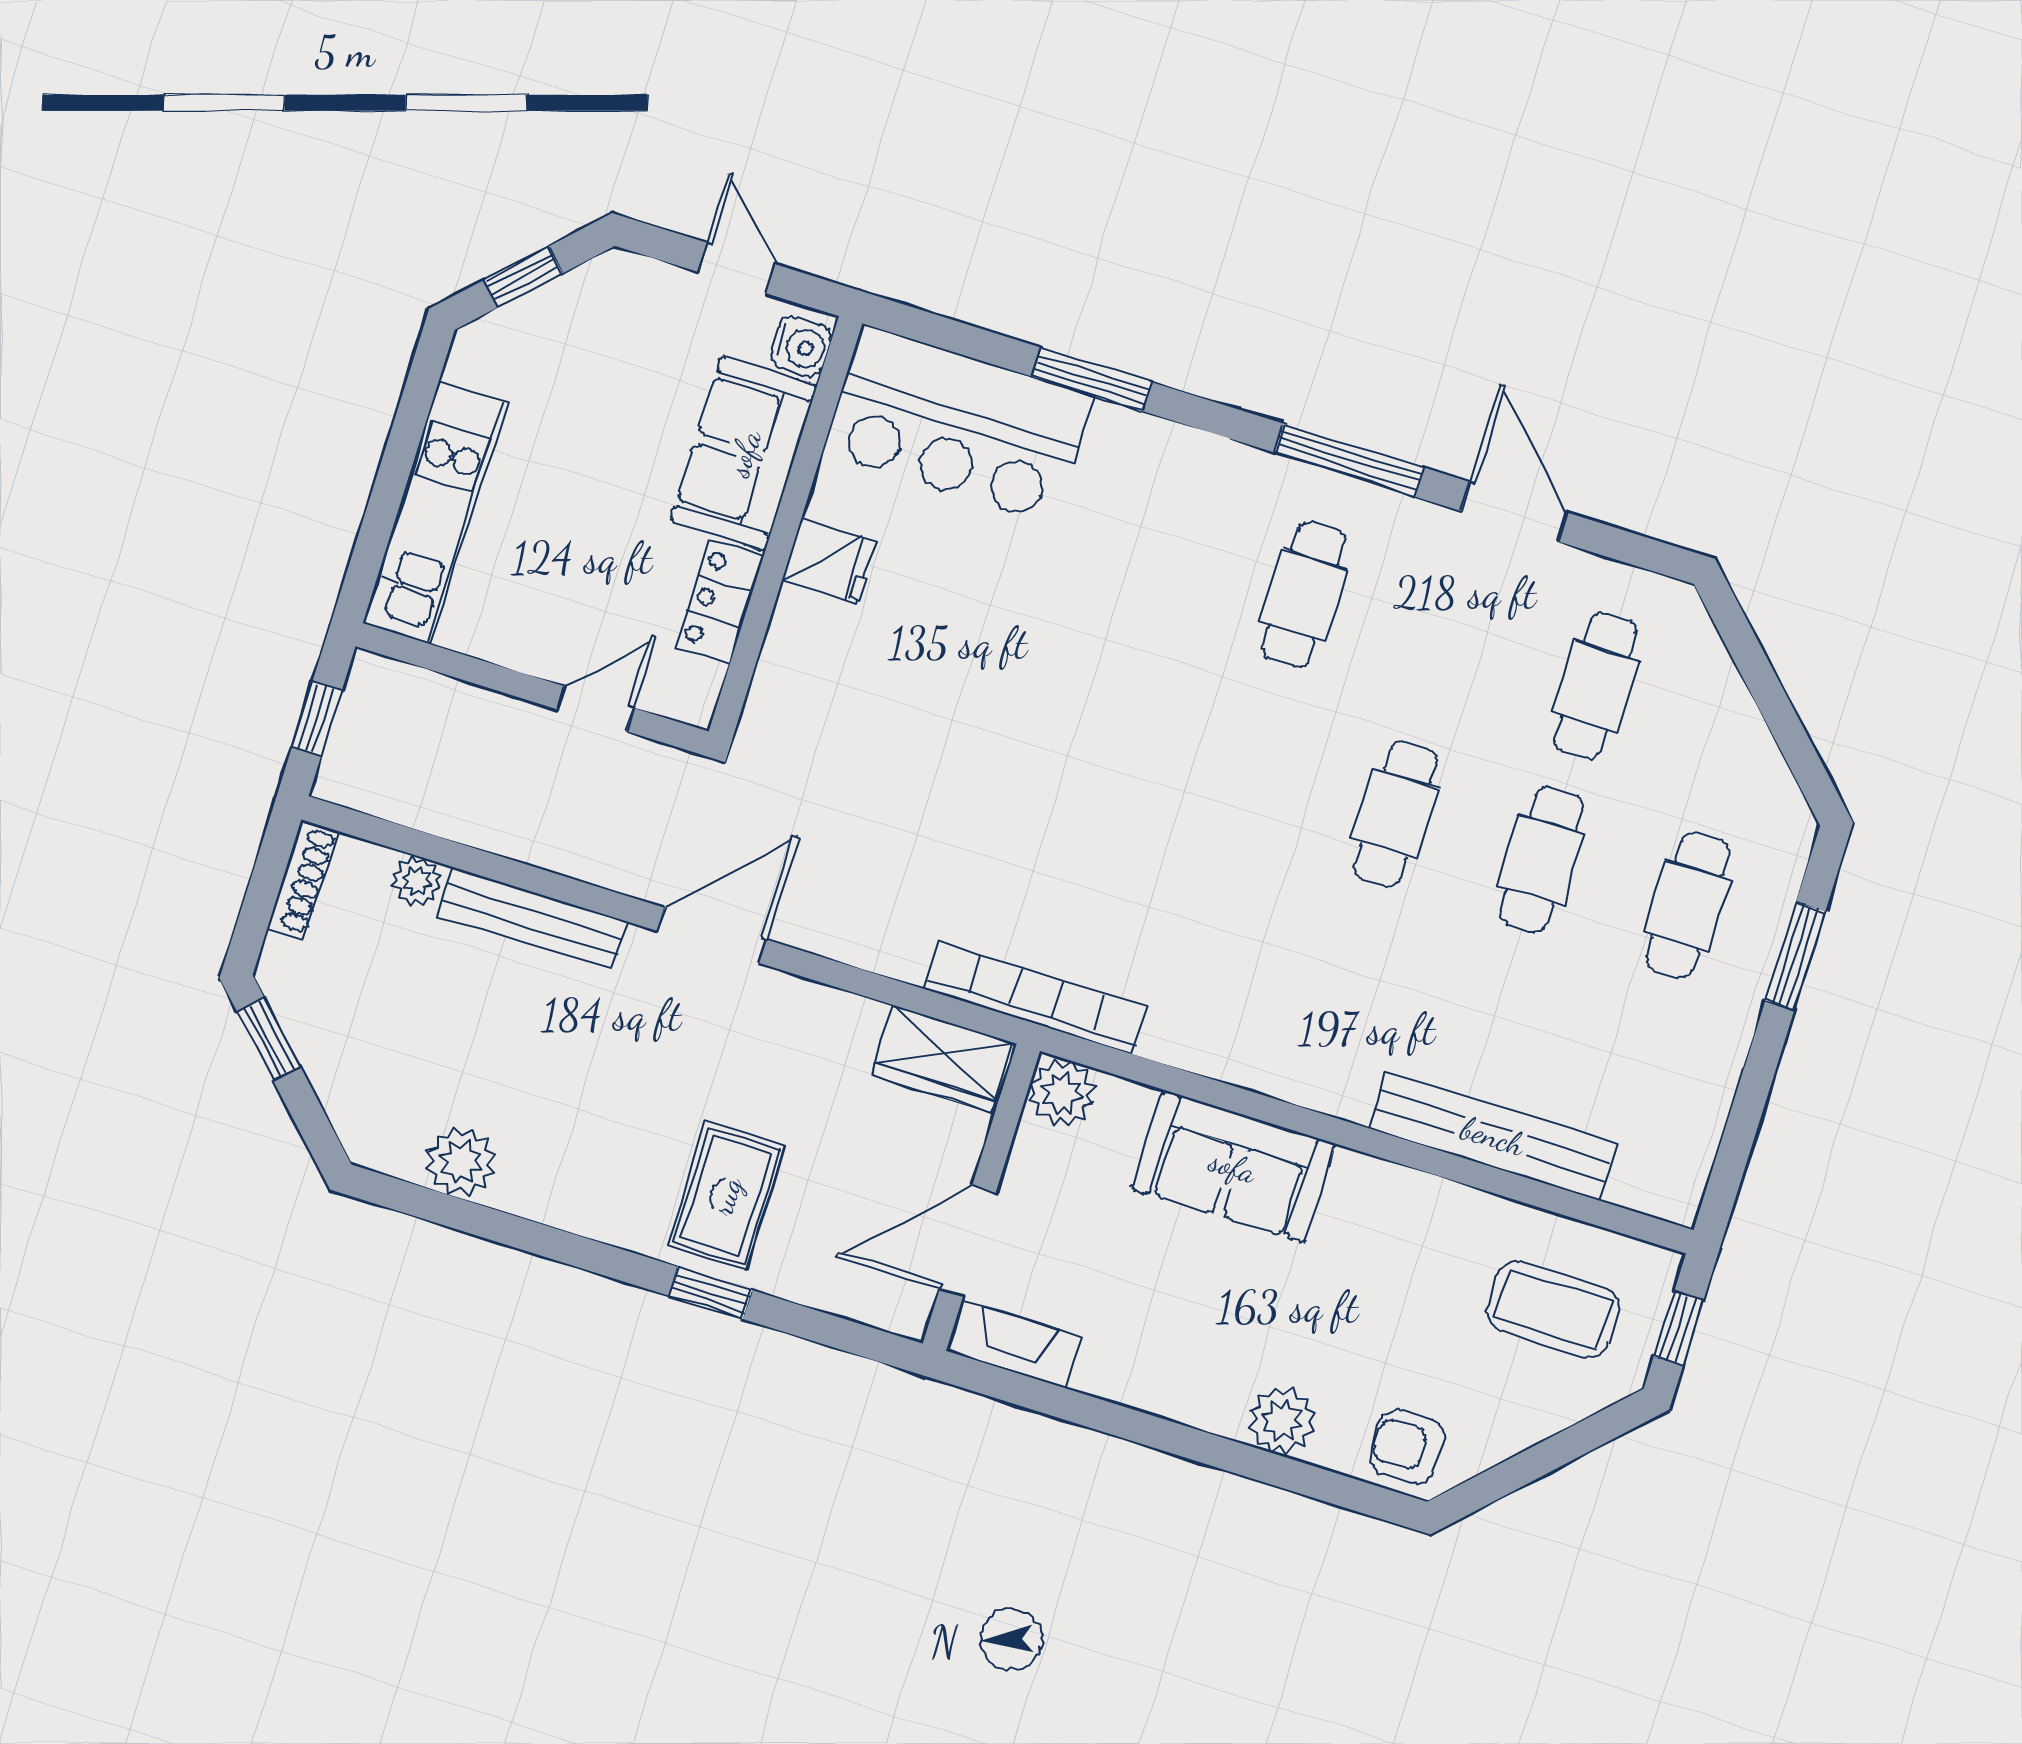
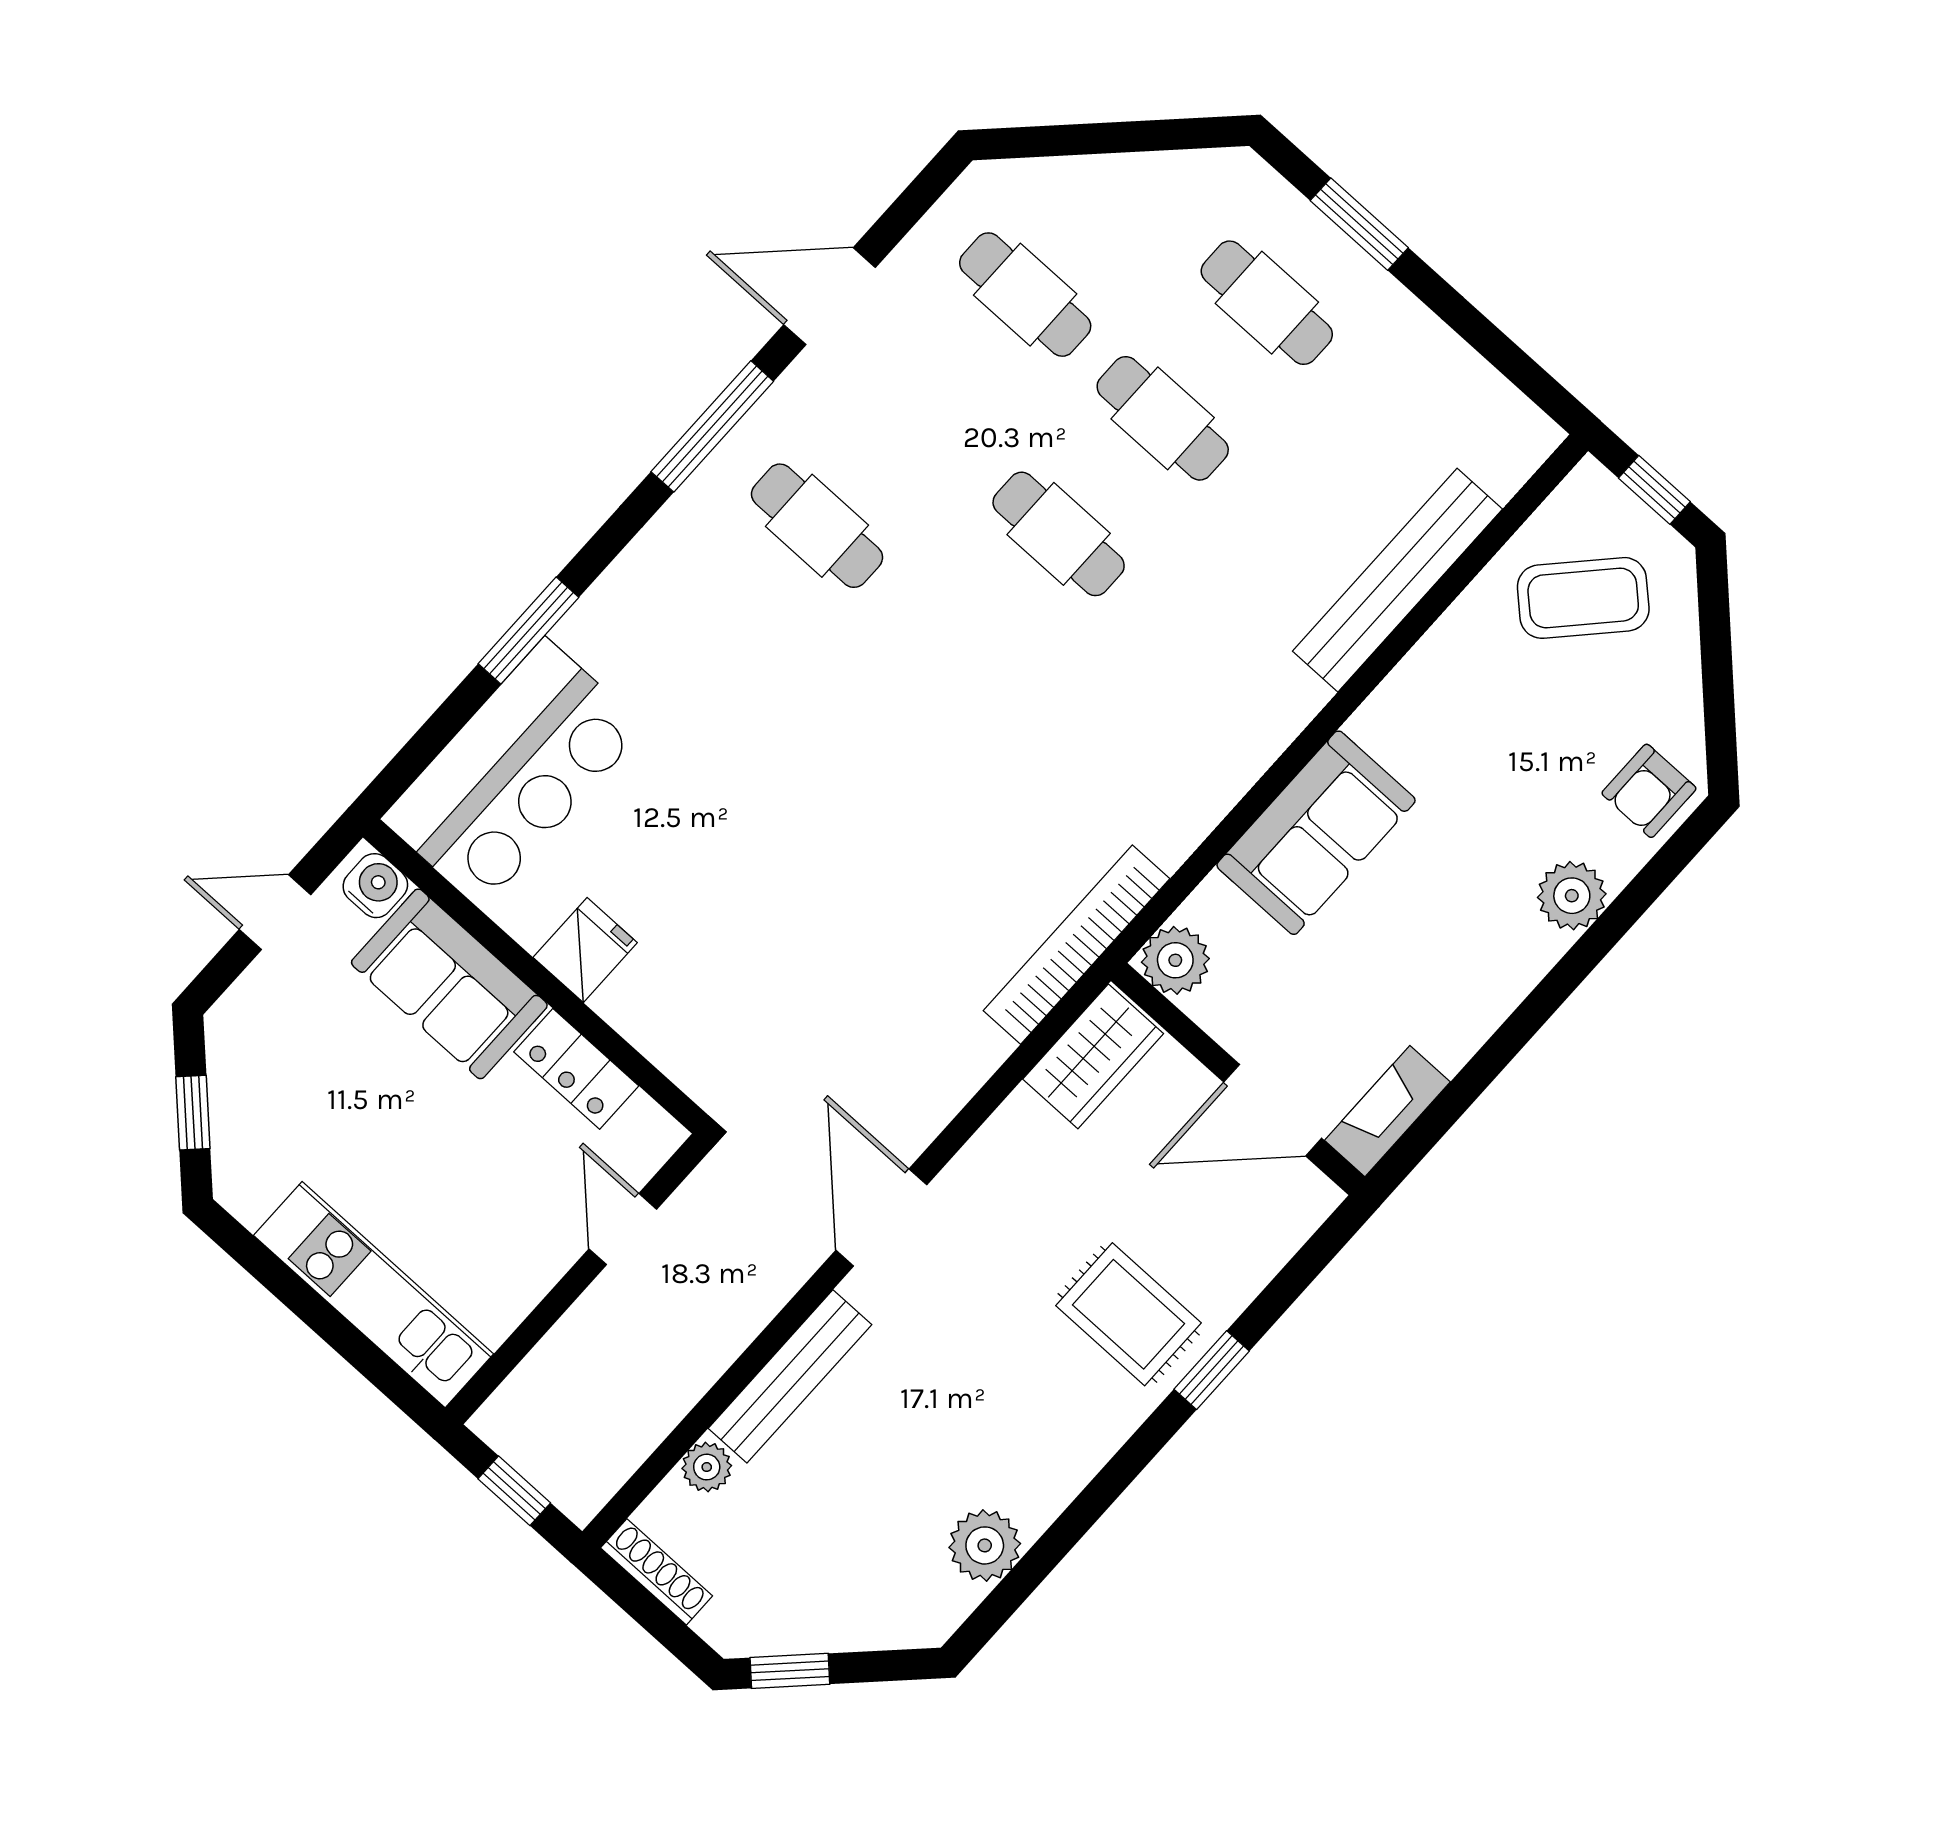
door: (968, 1241) -> (1273, 1110), hinge flipped
coffee table: (1553, 1309) -> (1583, 598), turned 43

